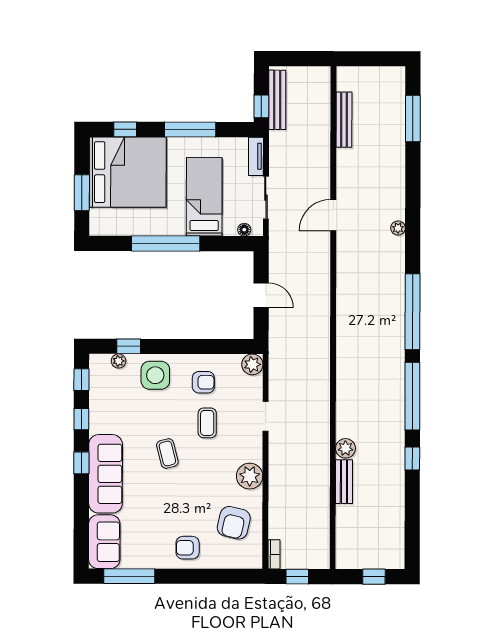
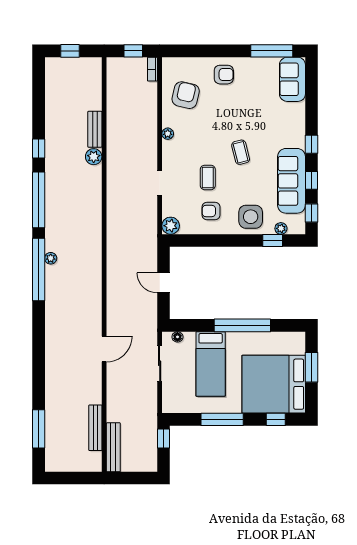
bench: (277, 100) -> (113, 447), moved
tv unit: (256, 156) -> (168, 397), removed
plant: (398, 228) -> (51, 258), moved
sofa: (106, 474) -> (292, 181), moved
plant: (250, 476) -> (168, 134), width x0.53, depth x0.53

